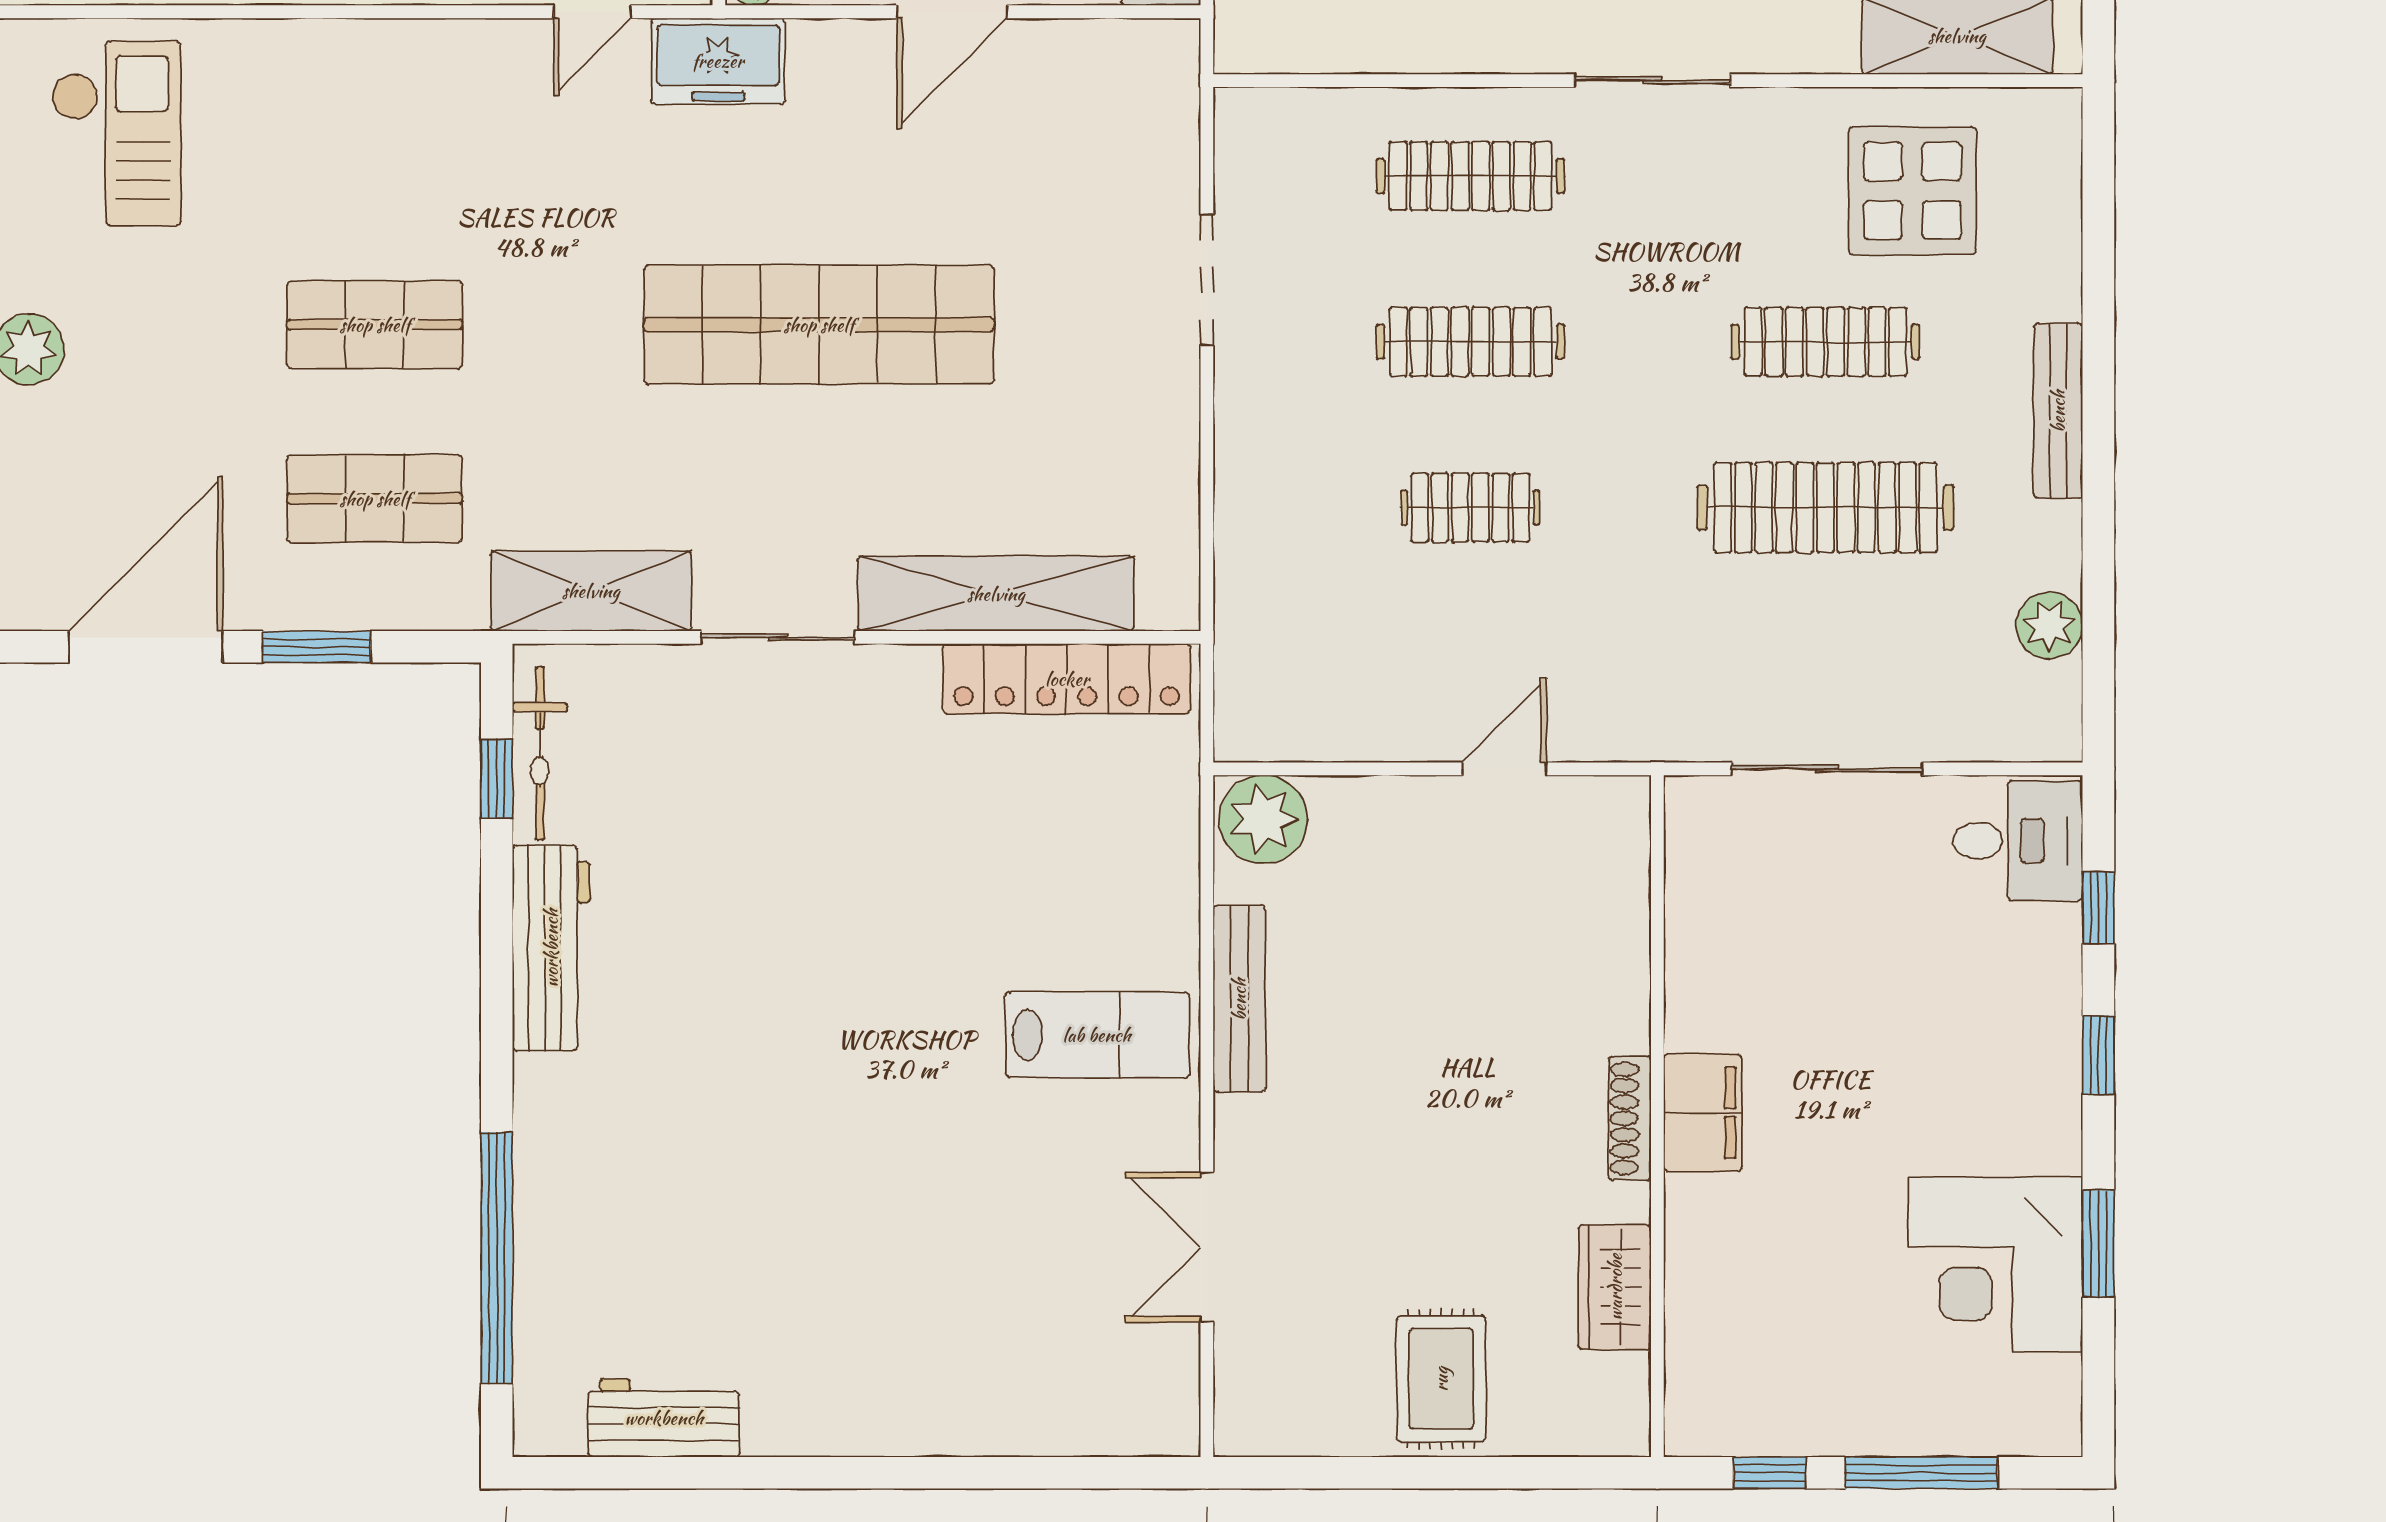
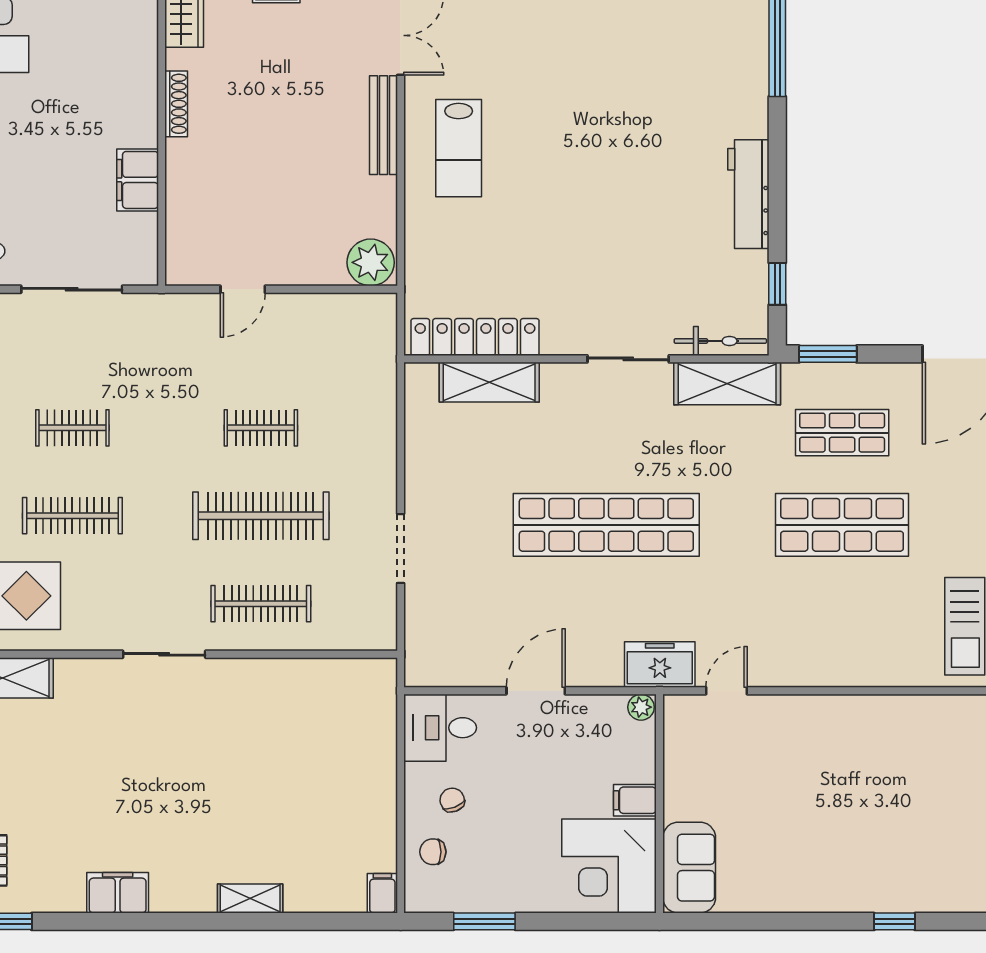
shop shelf: (375, 325) -> (842, 525), width x1.43, depth x1.36
clothes rail: (1470, 342) -> (261, 516), width x1.37, depth x1.31
clothes rail: (1825, 508) -> (72, 428), width x0.54, depth x0.76
shelving: (996, 594) -> (489, 382), width x0.68
window: (317, 647) -> (828, 354), moved
bicycle: (540, 753) -> (720, 341), moved, turned 90
bench: (1239, 999) -> (383, 125), moved
lab bench: (1097, 1035) -> (459, 148), turned -90
filing cabinet: (1703, 1113) -> (138, 180), moved

